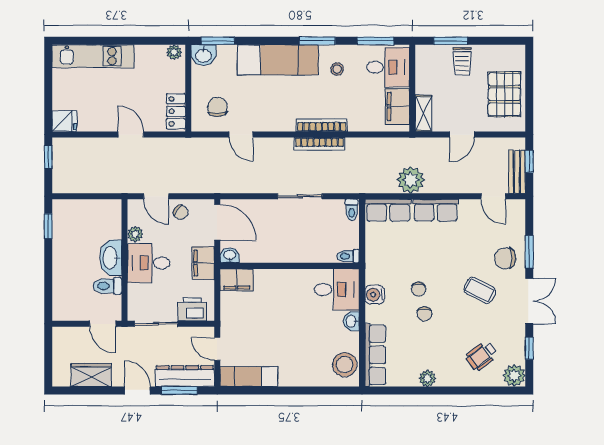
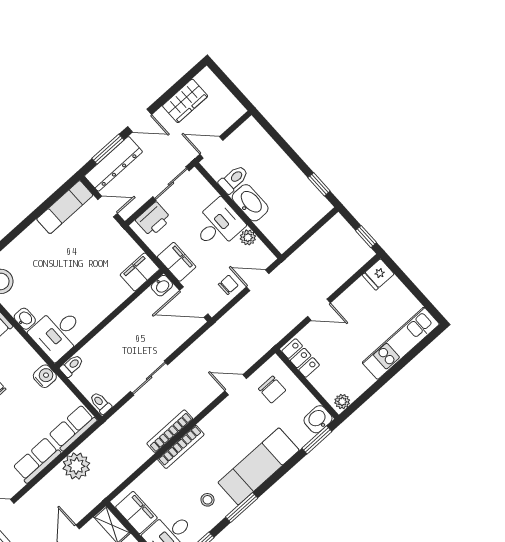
chair: (181, 212) -> (228, 285), turned 145
water cooler: (375, 295) -> (45, 376), moved

